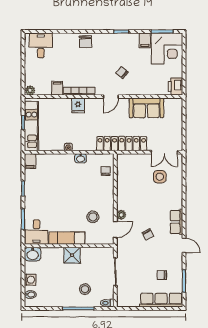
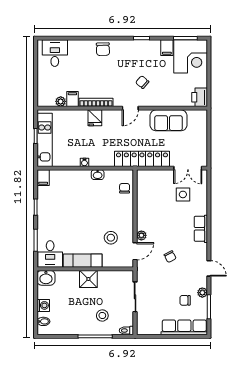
plant: (30, 90) -> (61, 101), moved
row of seats: (176, 222) -> (201, 229), moved
plant: (178, 268) -> (202, 293), added

